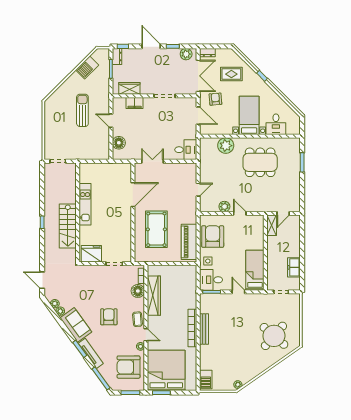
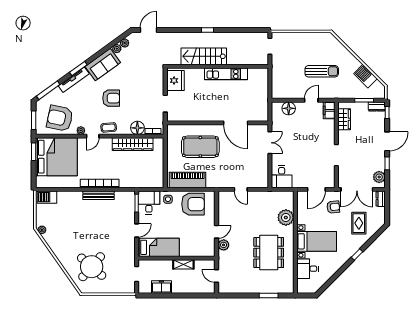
filing cabinet: (135, 103) -> (329, 110), moved
plant: (224, 207) -> (224, 245), moved
shelving: (272, 225) -> (183, 264), moved
armchair: (129, 367) -> (60, 118), turned -78

